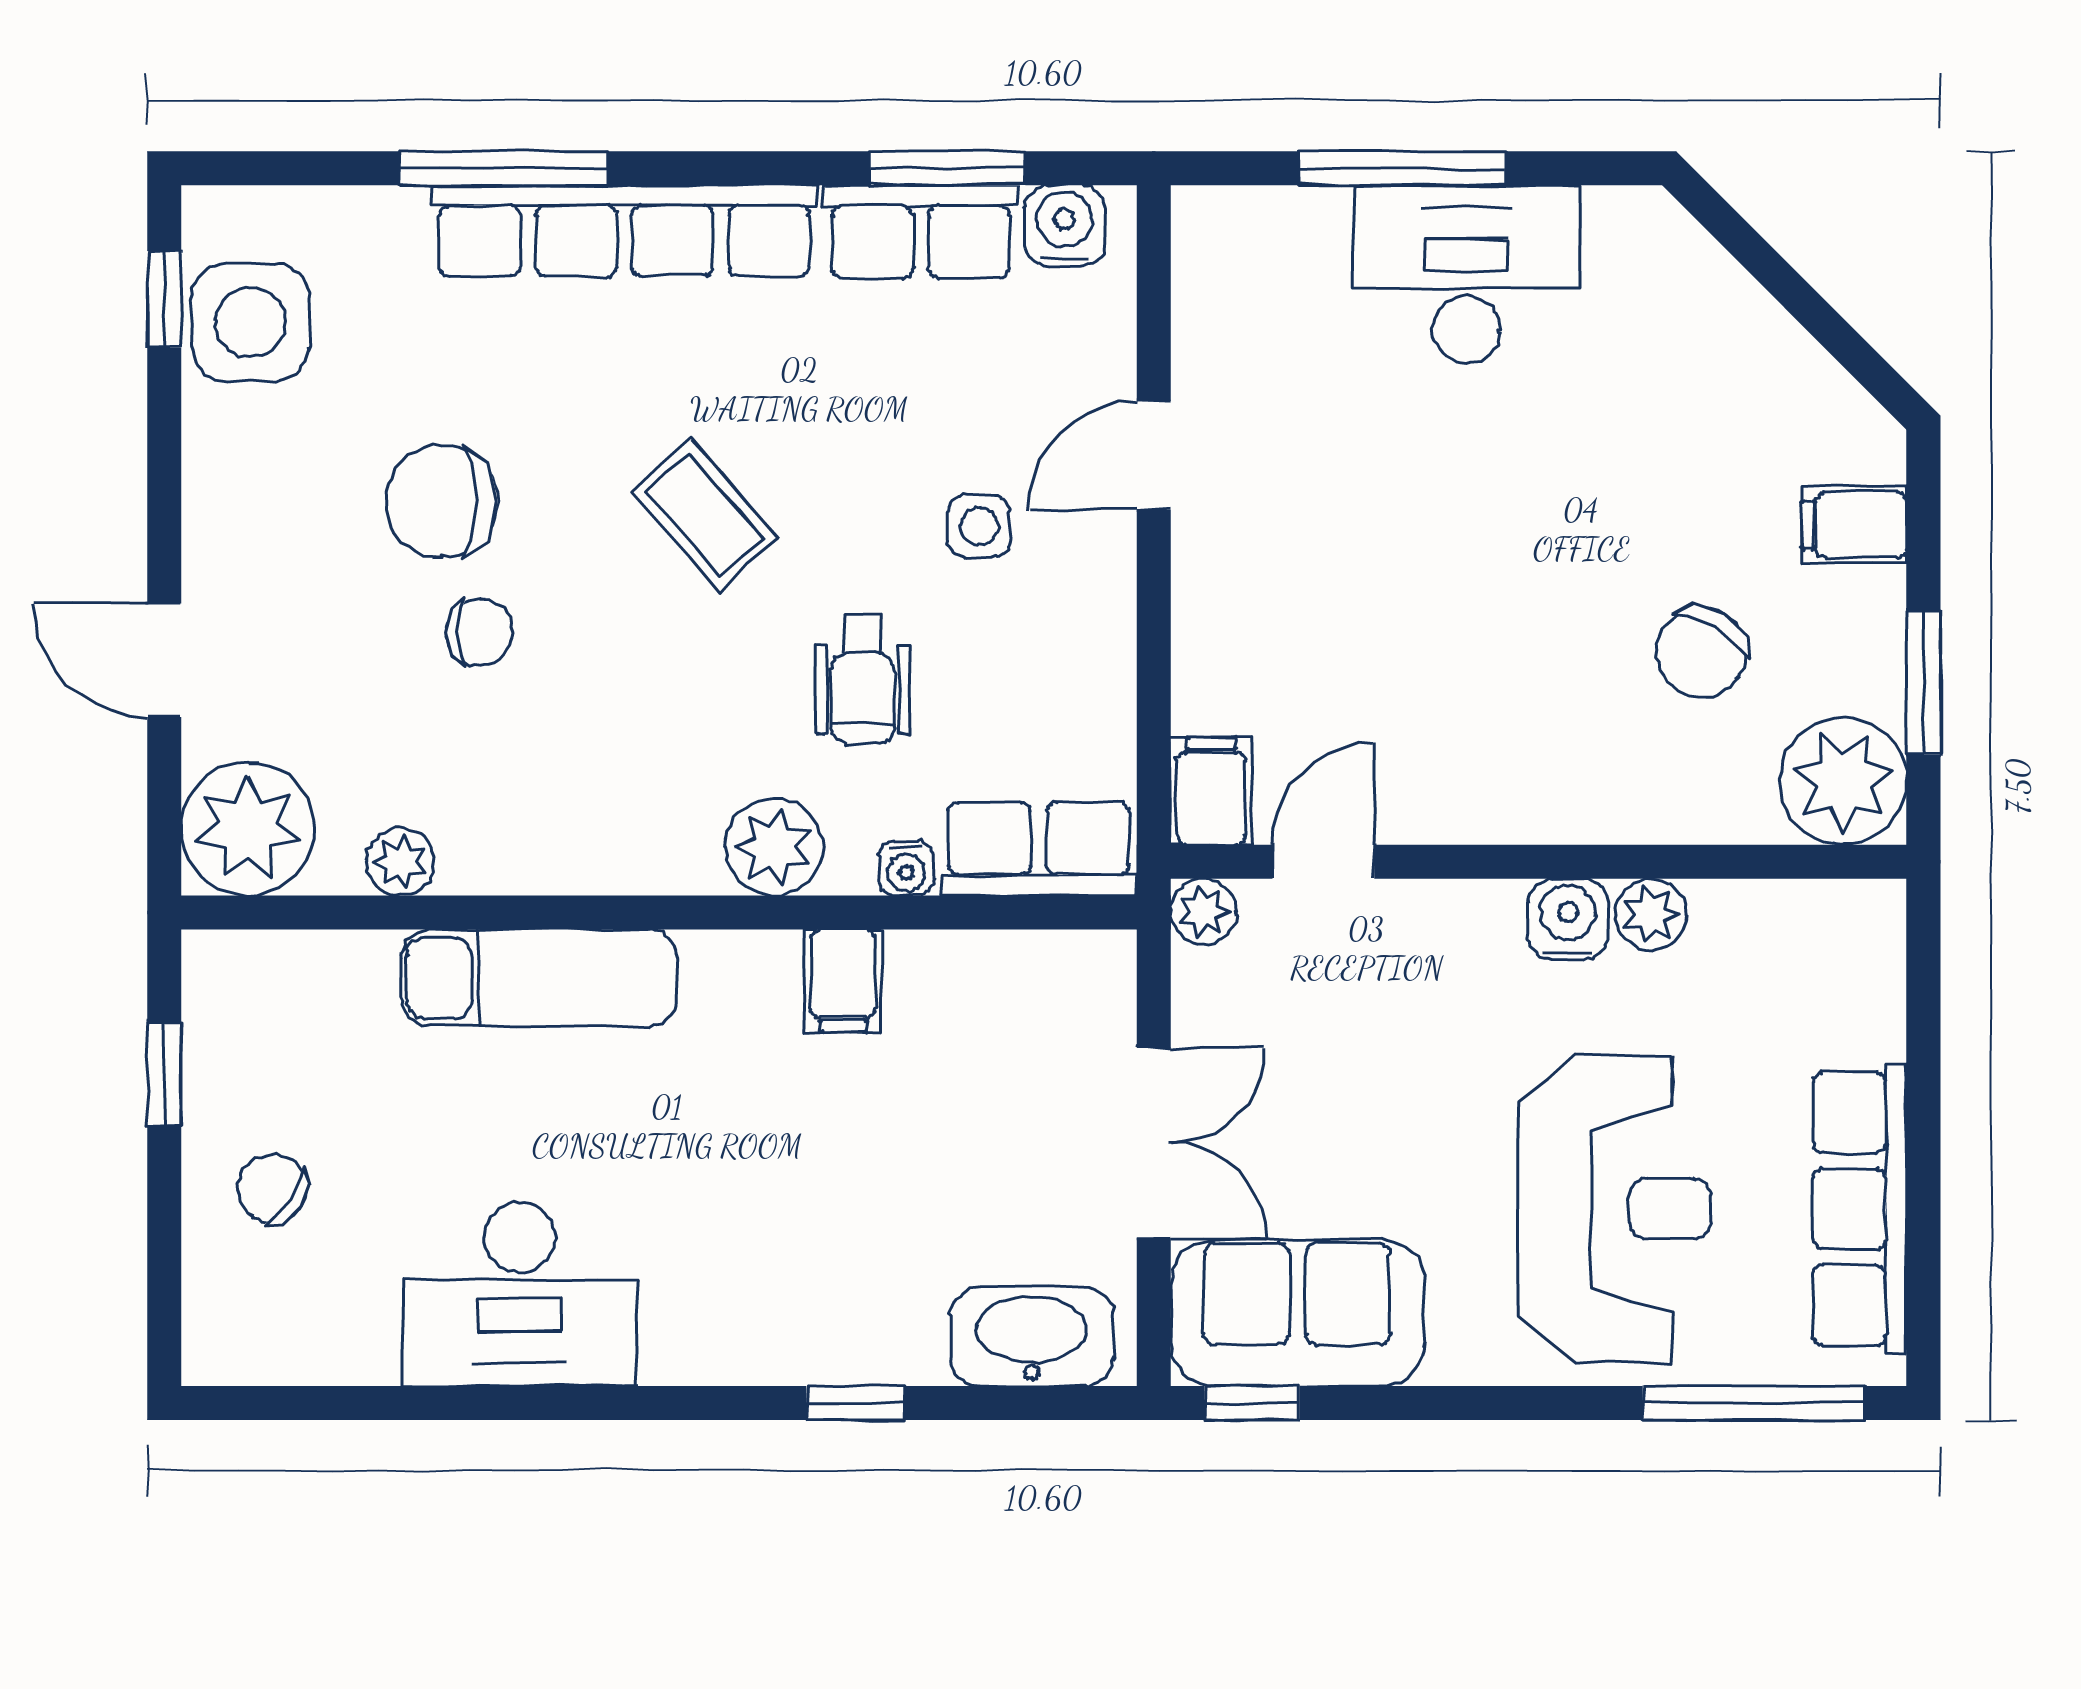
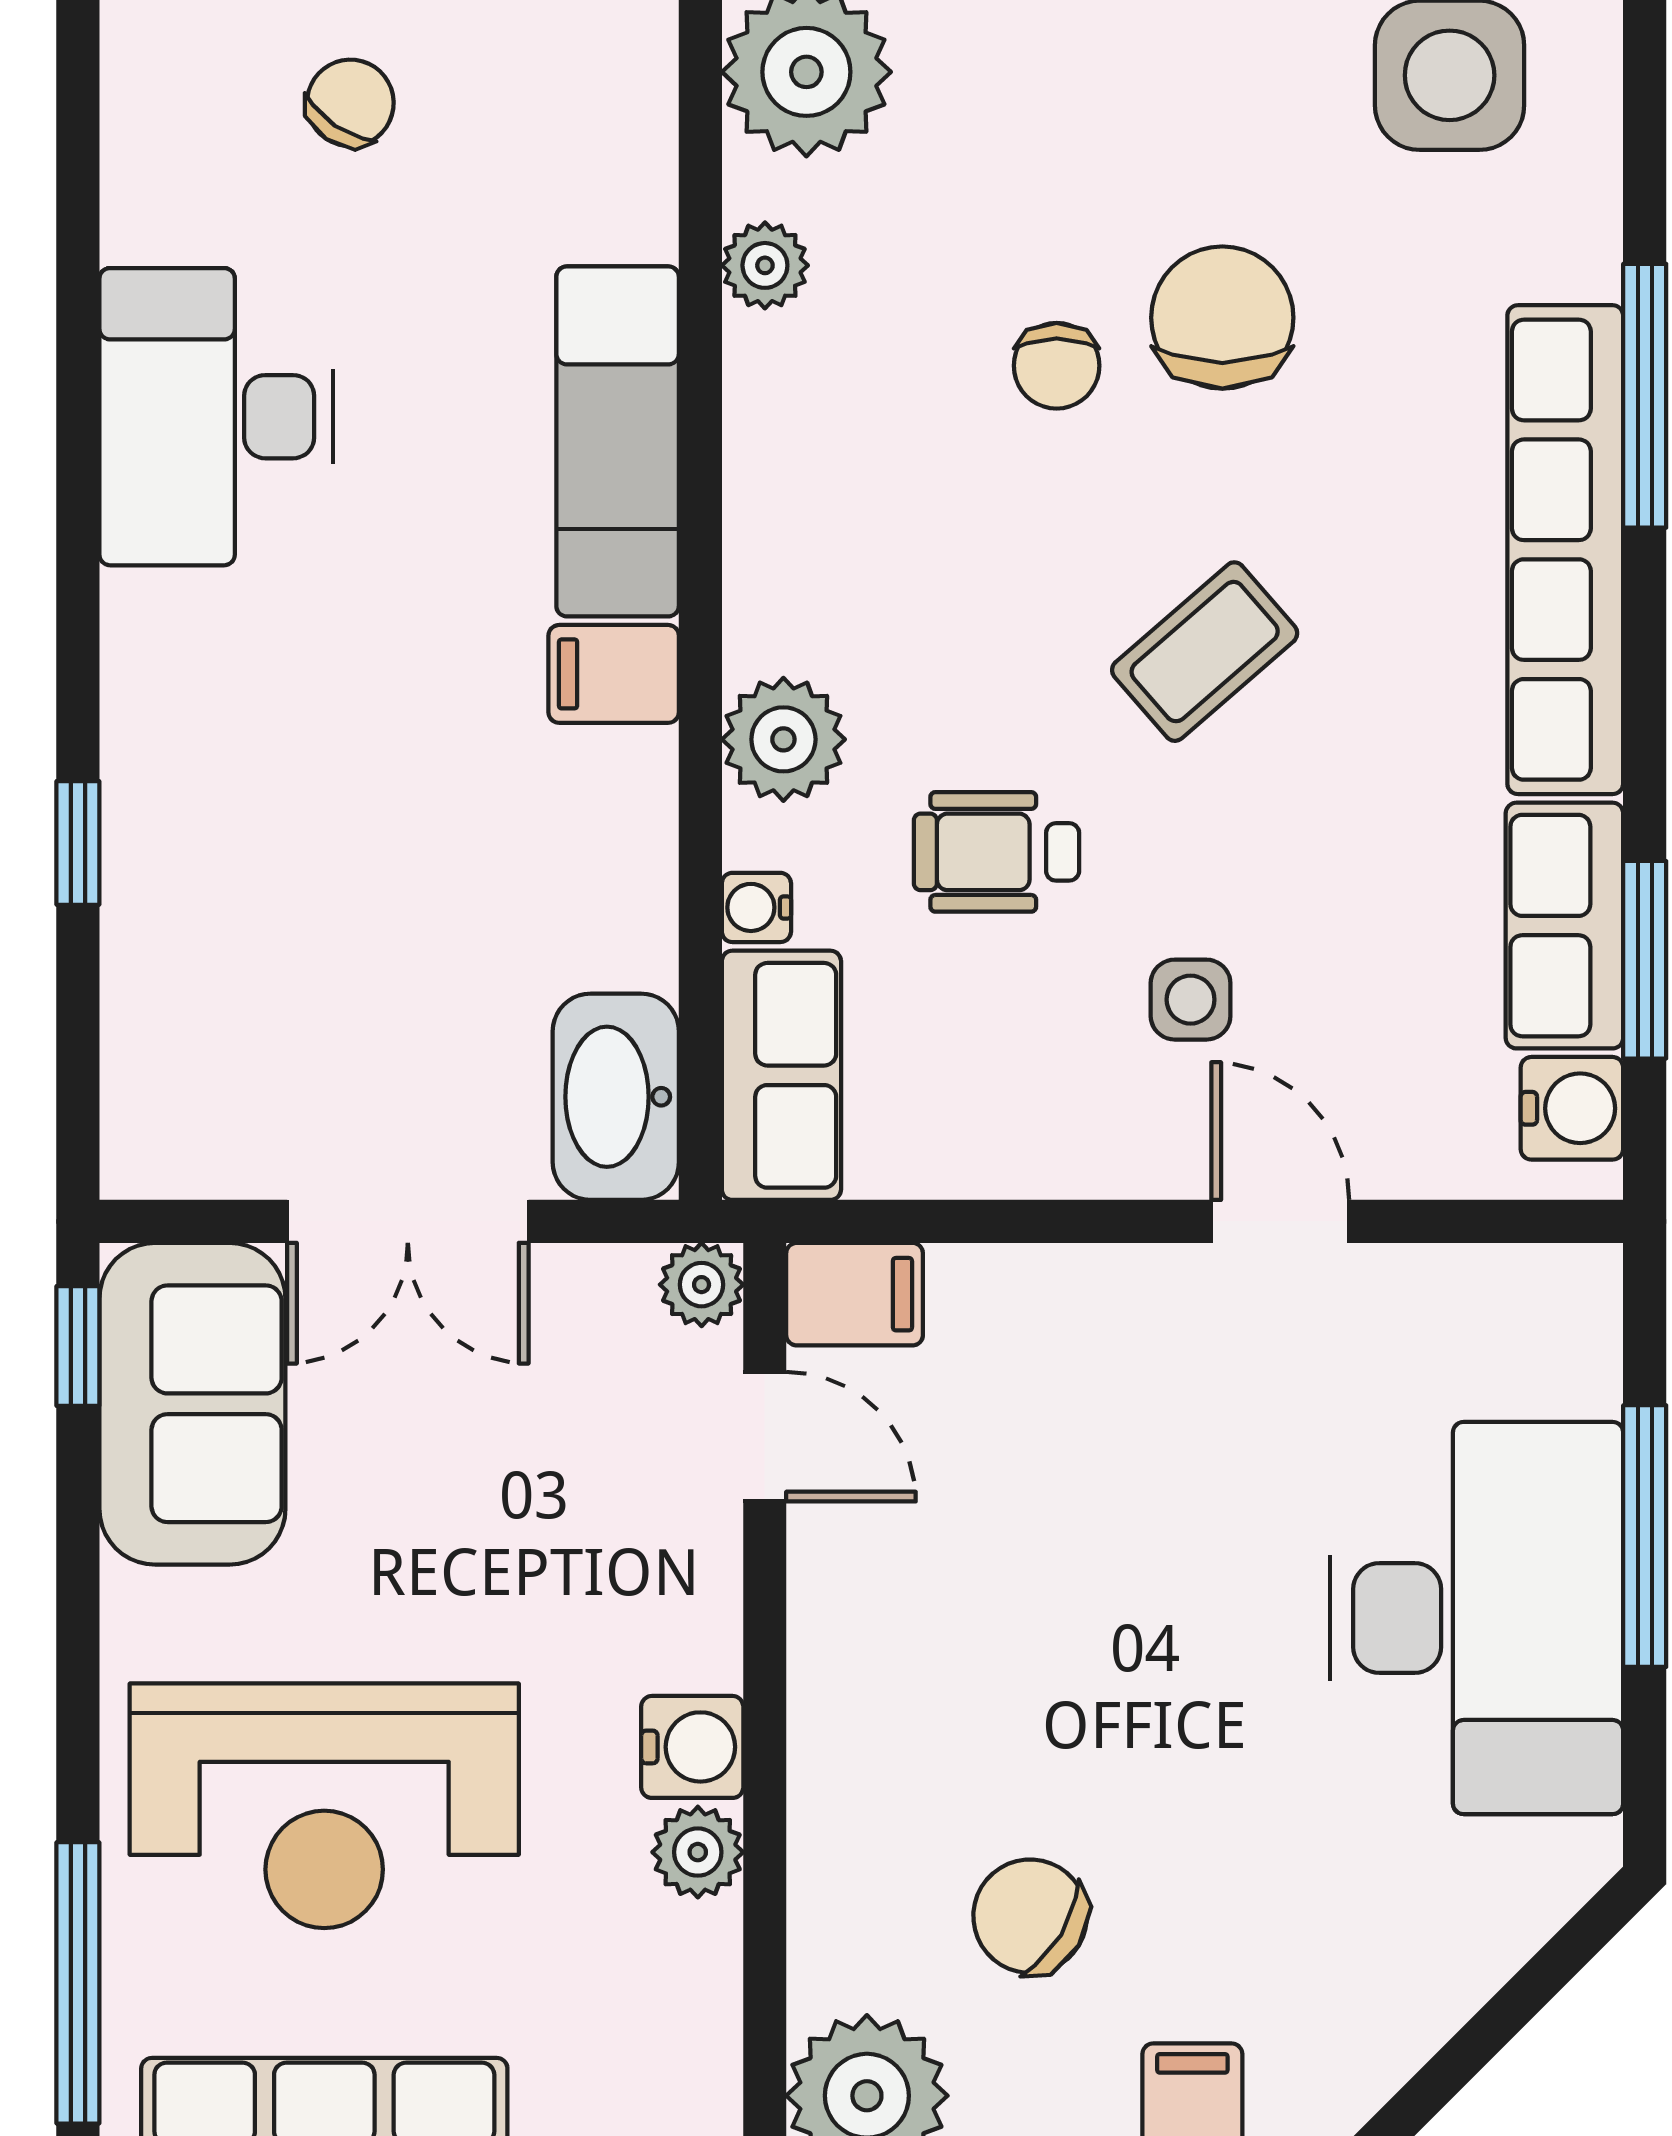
desk: (1466, 274) -> (1476, 1618), width x1.36, depth x1.30
filing cabinet: (843, 981) -> (614, 674), moved
washbasin: (1032, 1336) -> (616, 1097), moved, turned 180

